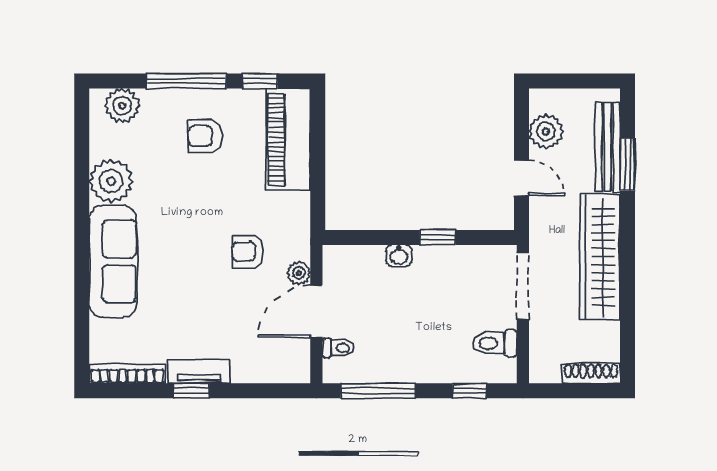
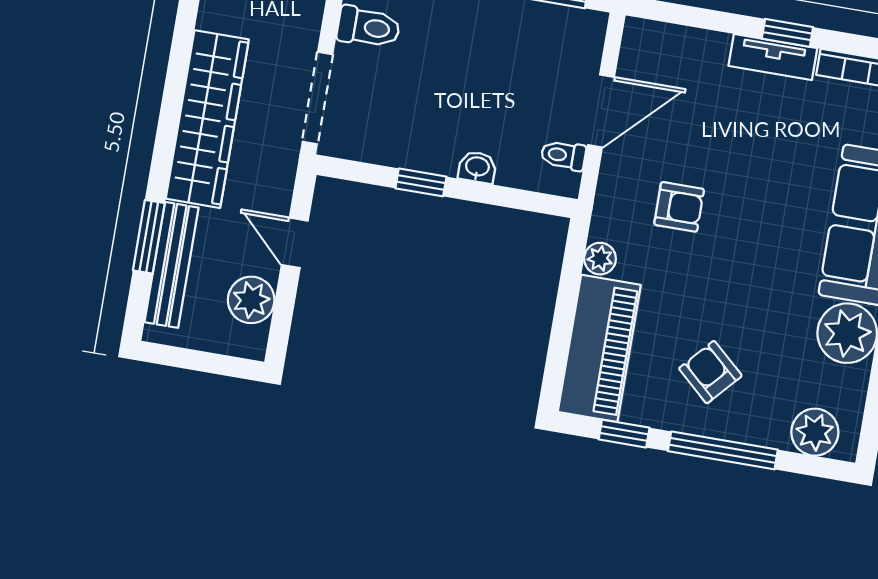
armchair: (205, 136) -> (710, 372), turned -138
plant: (299, 273) -> (600, 259), moved
toilet: (338, 348) -> (563, 155), moved

